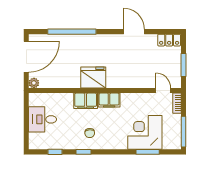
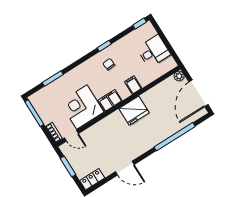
filing cabinet: (86, 101) -> (133, 85), width x0.50
corner desk: (145, 132) -> (82, 107), moved, turned 180
window: (55, 152) -> (140, 23), moved

